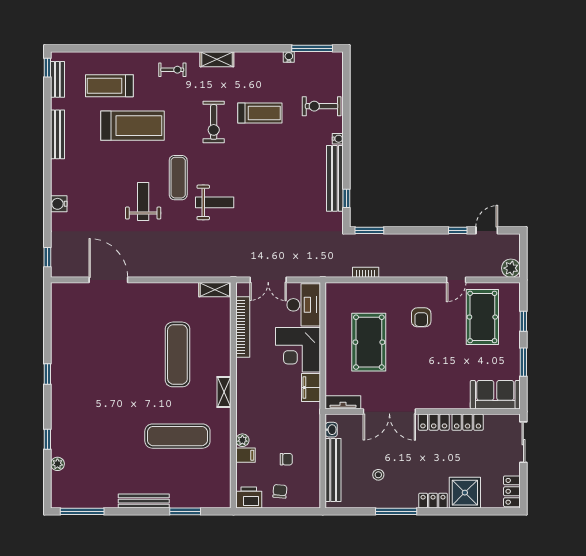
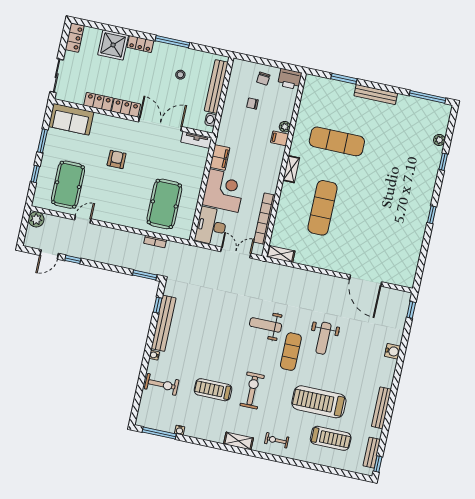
armchair: (421, 317) -> (117, 159), moved
pool table: (369, 342) -> (164, 204), moved
filing cabinet: (246, 455) -> (280, 138), moved

